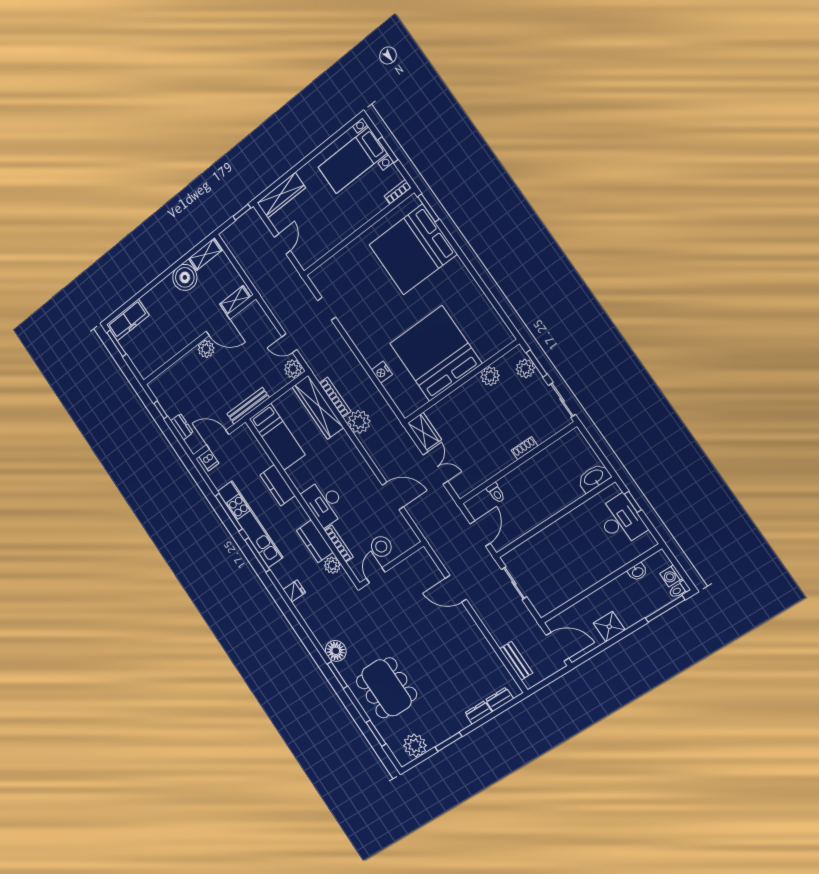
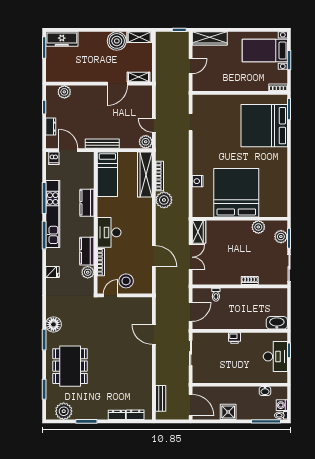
door: (218, 325) -> (117, 84), hinge flipped
plant: (206, 349) -> (64, 92), moved
printer: (554, 531) -> (234, 338), added

